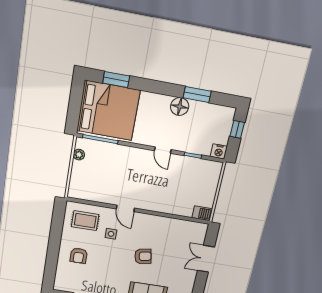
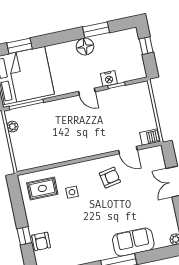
nightstand: (219, 151) -> (109, 79), moved
door: (125, 208) -> (128, 150), moved
window: (53, 254) -> (24, 236), added
armchair: (79, 256) -> (41, 241), moved
armchair: (143, 256) -> (110, 178), moved

